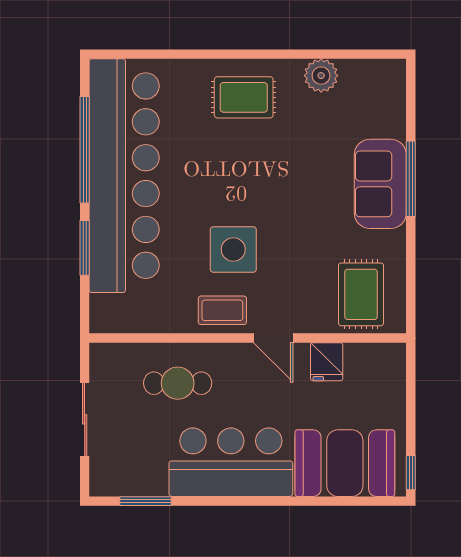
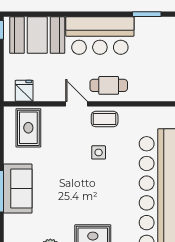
side table: (233, 249) -> (99, 152), width x0.54, depth x0.54
fridge: (327, 362) -> (24, 91), moved
cafe table: (178, 383) -> (109, 85), moved

